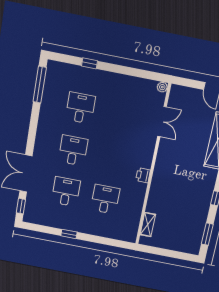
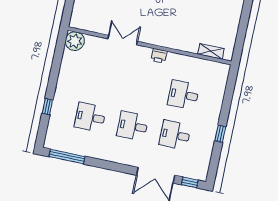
plant: (162, 87) -> (75, 41), width x1.87, depth x1.87
double door: (162, 122) -> (123, 40), moved

